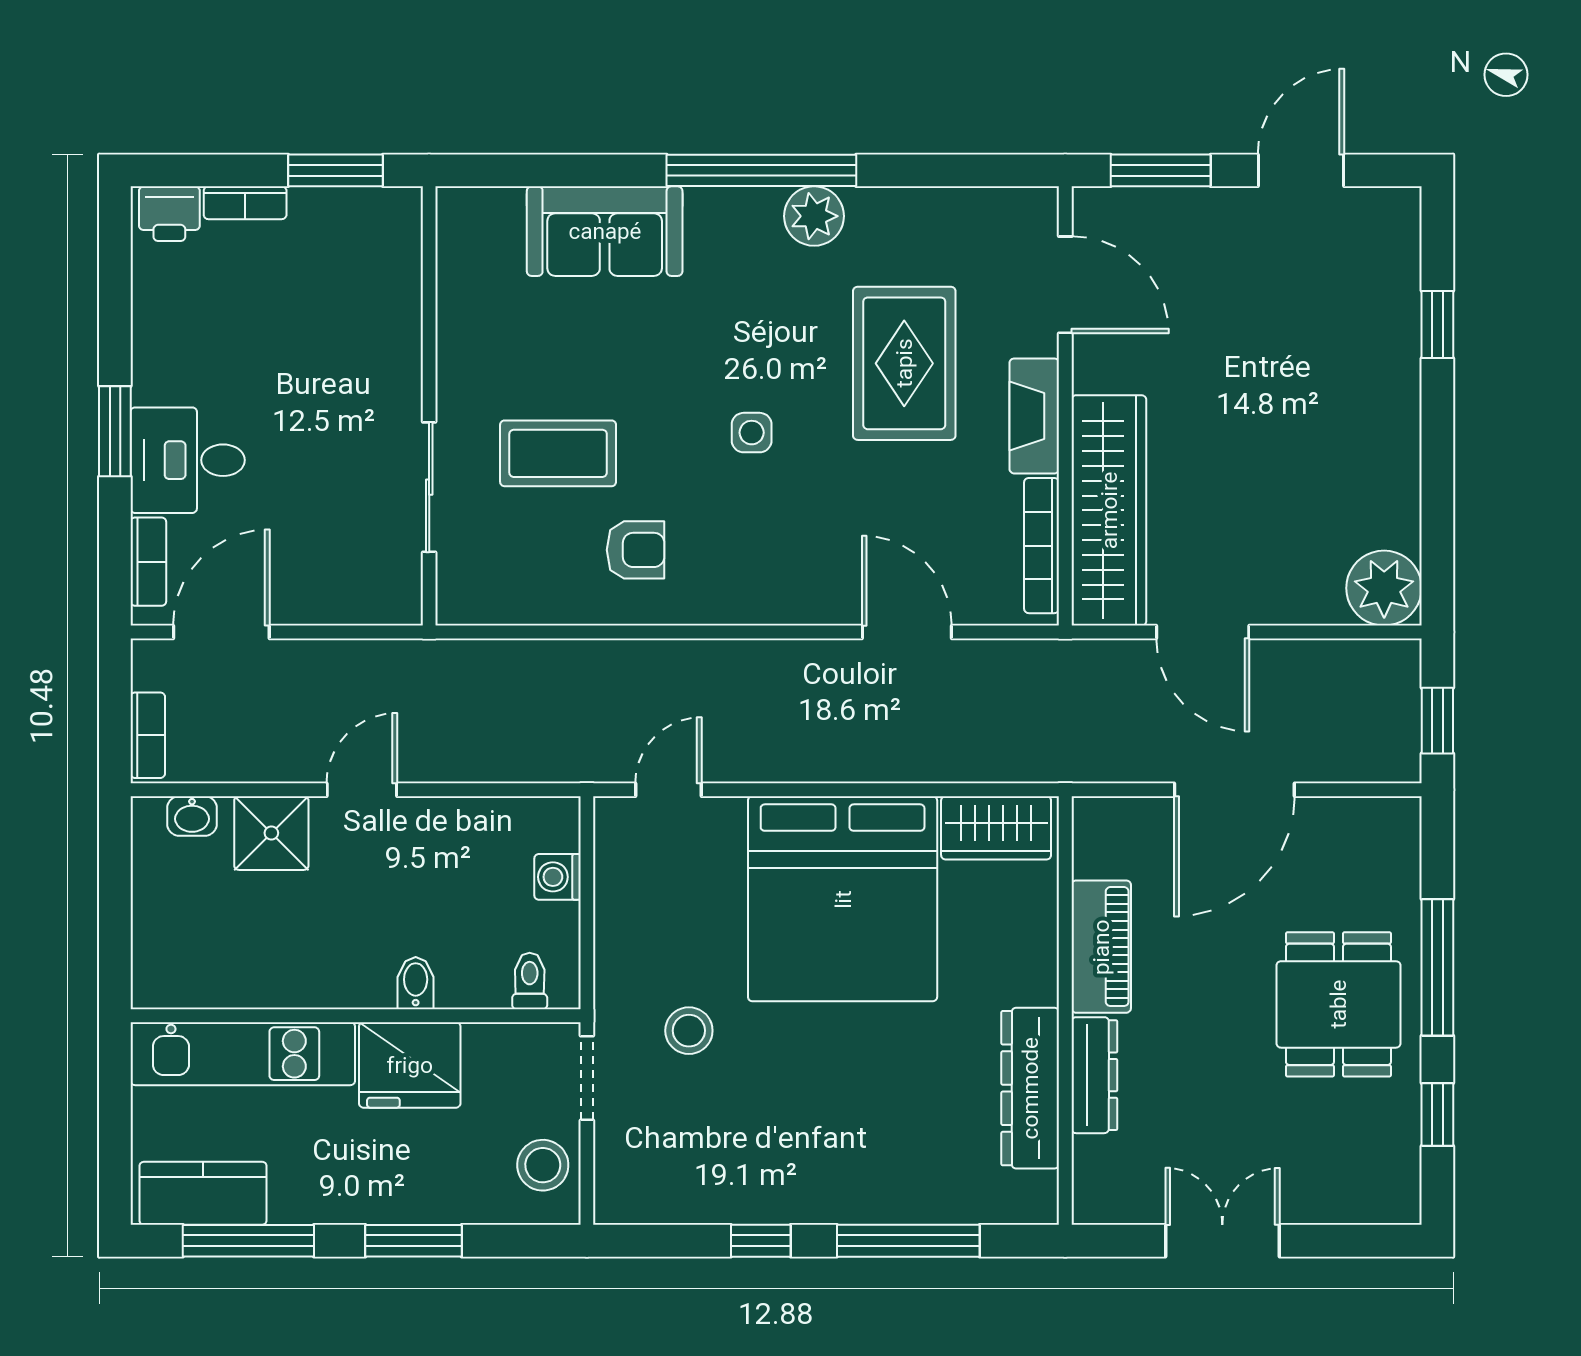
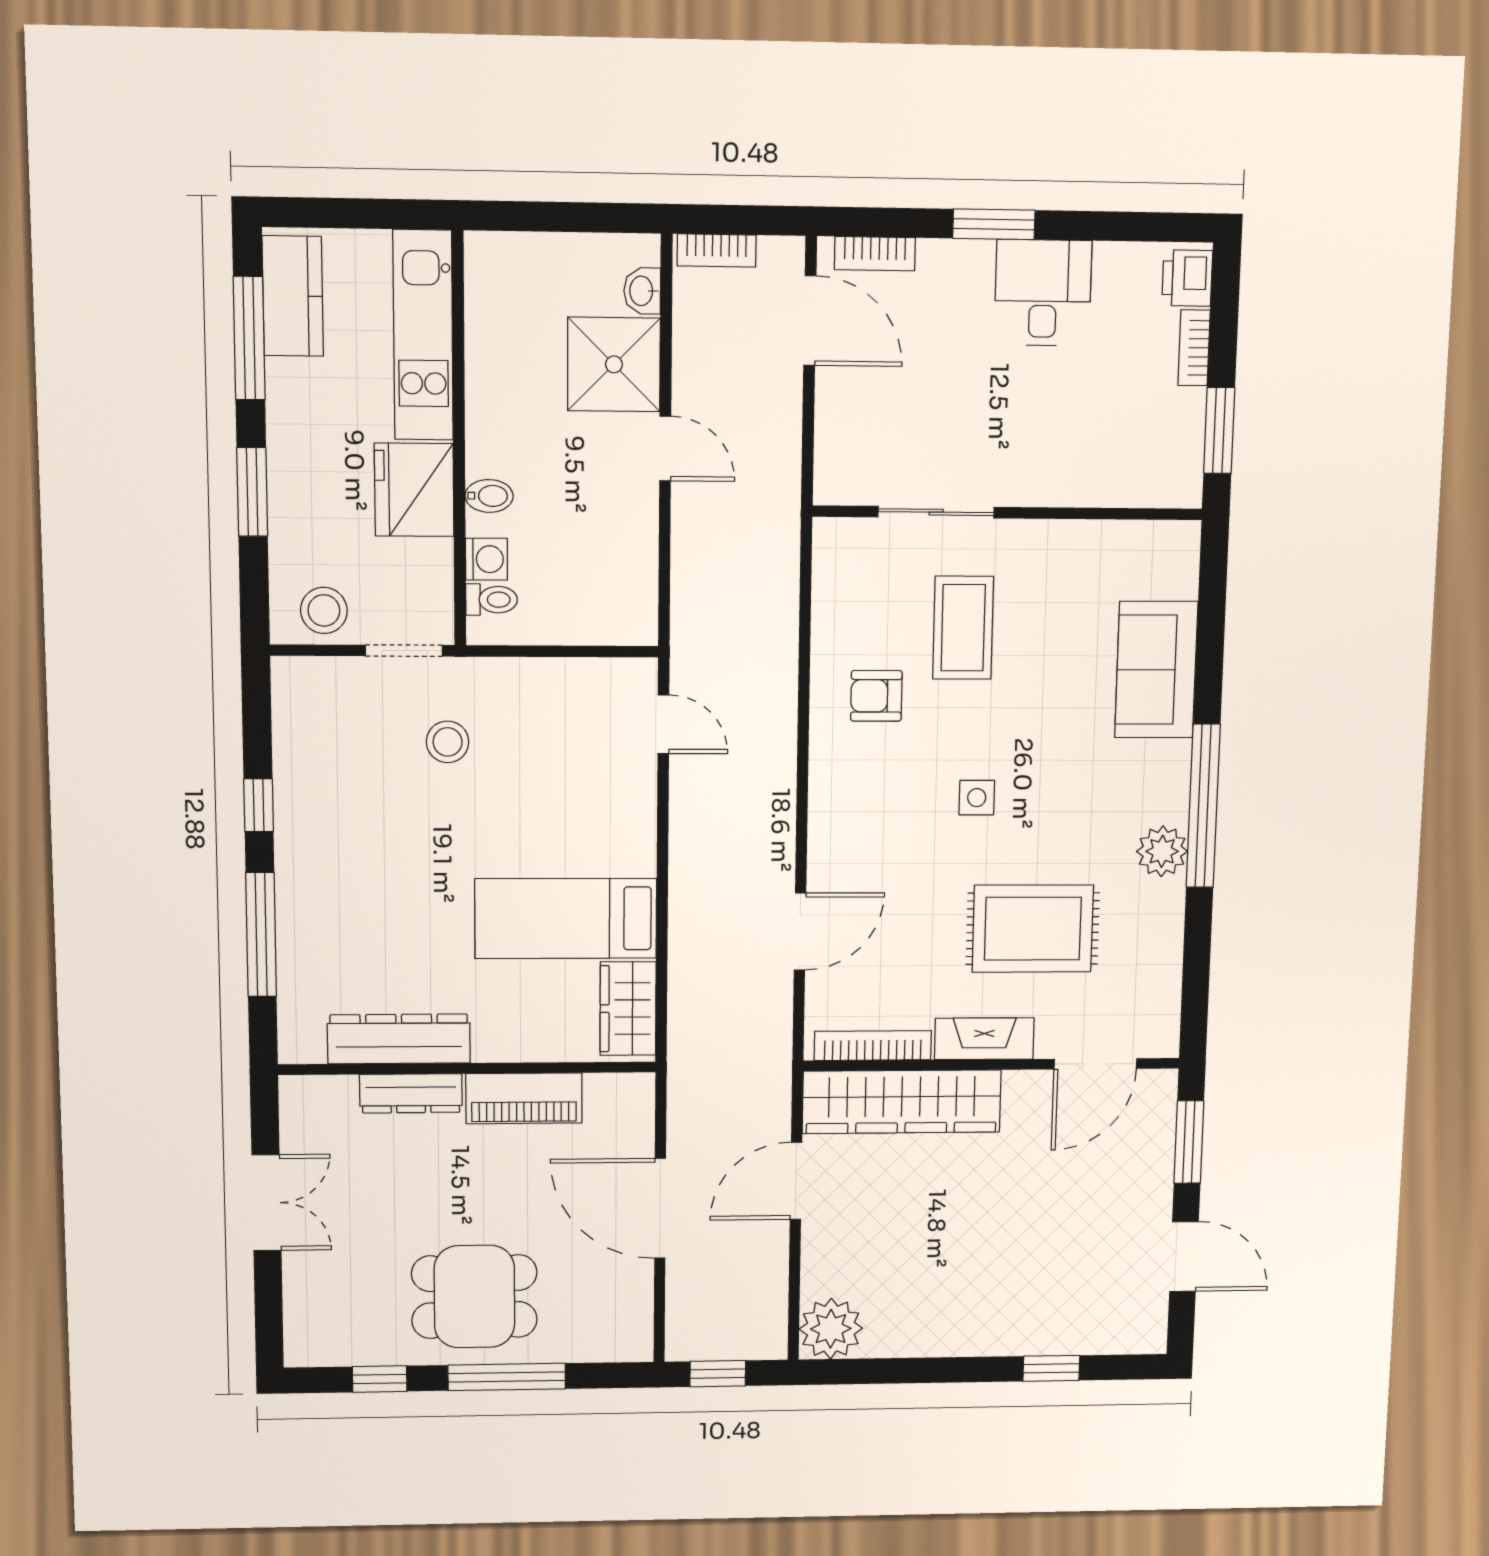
desk: (188, 460) -> (1043, 293), moved
armchair: (635, 550) -> (876, 696), turned 90
shower: (271, 833) -> (614, 364), width x1.36, depth x1.36
washing machine: (558, 877) -> (486, 559), moved, turned 90
bed: (843, 899) -> (566, 919), width x0.49

